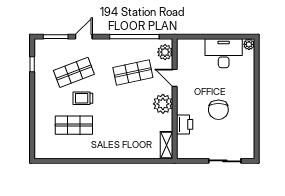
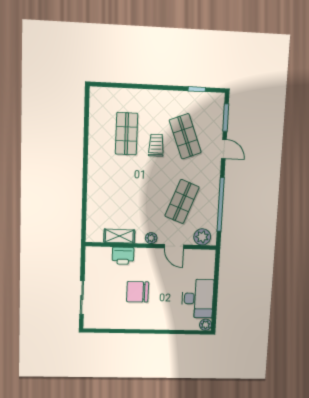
shop shelf: (133, 72) -> (182, 202), turned 33
door: (175, 78) -> (174, 246), swing flipped
plant: (163, 104) -> (151, 238), width x0.53, depth x0.53
shelving: (167, 145) -> (119, 236), moved

